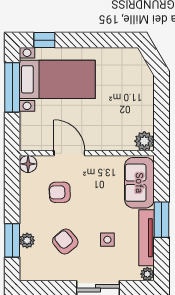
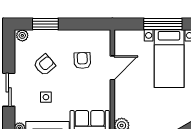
floor lamp: (28, 164) -> (104, 36), removed
plant: (27, 240) -> (22, 35), moved

